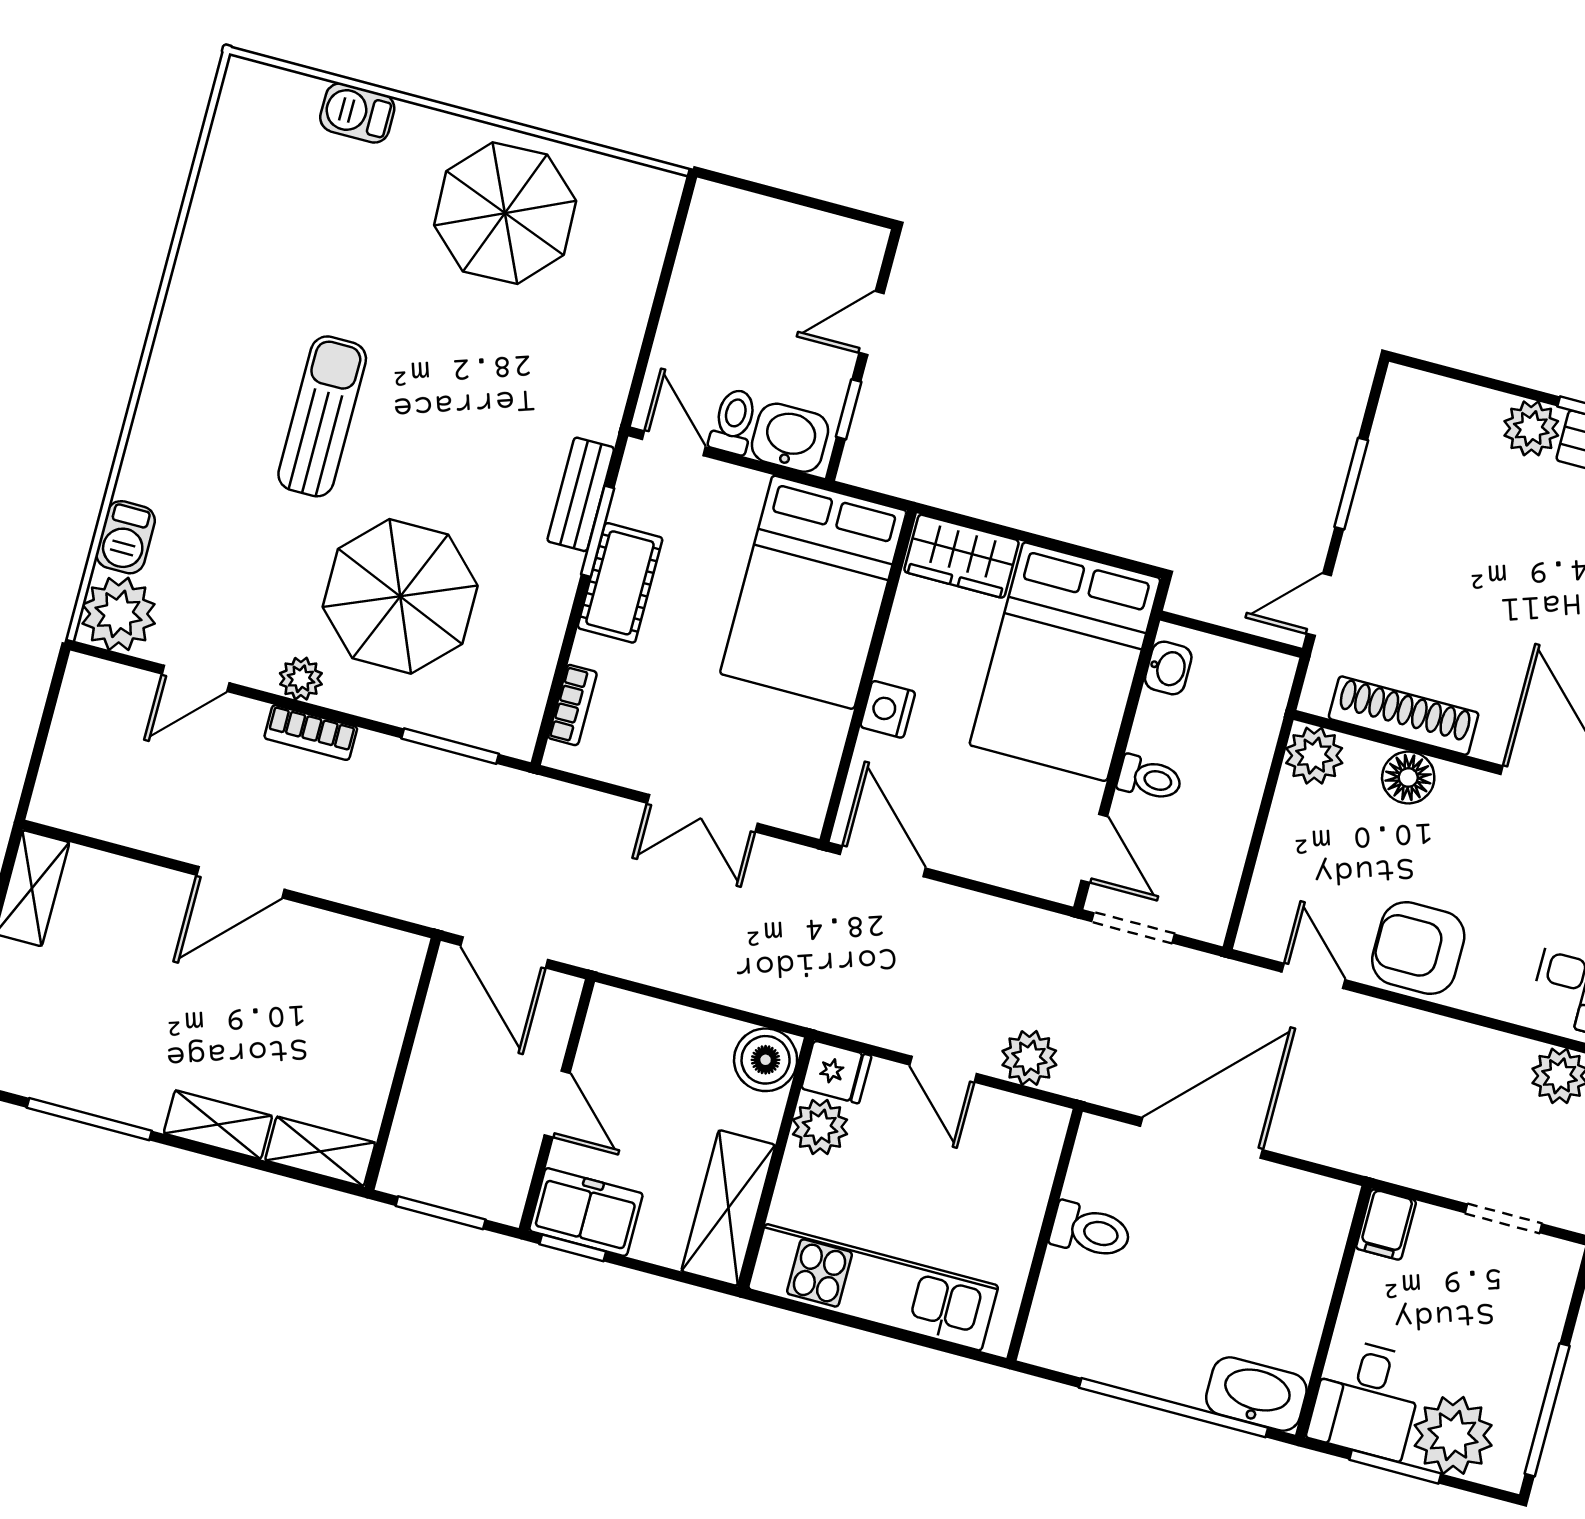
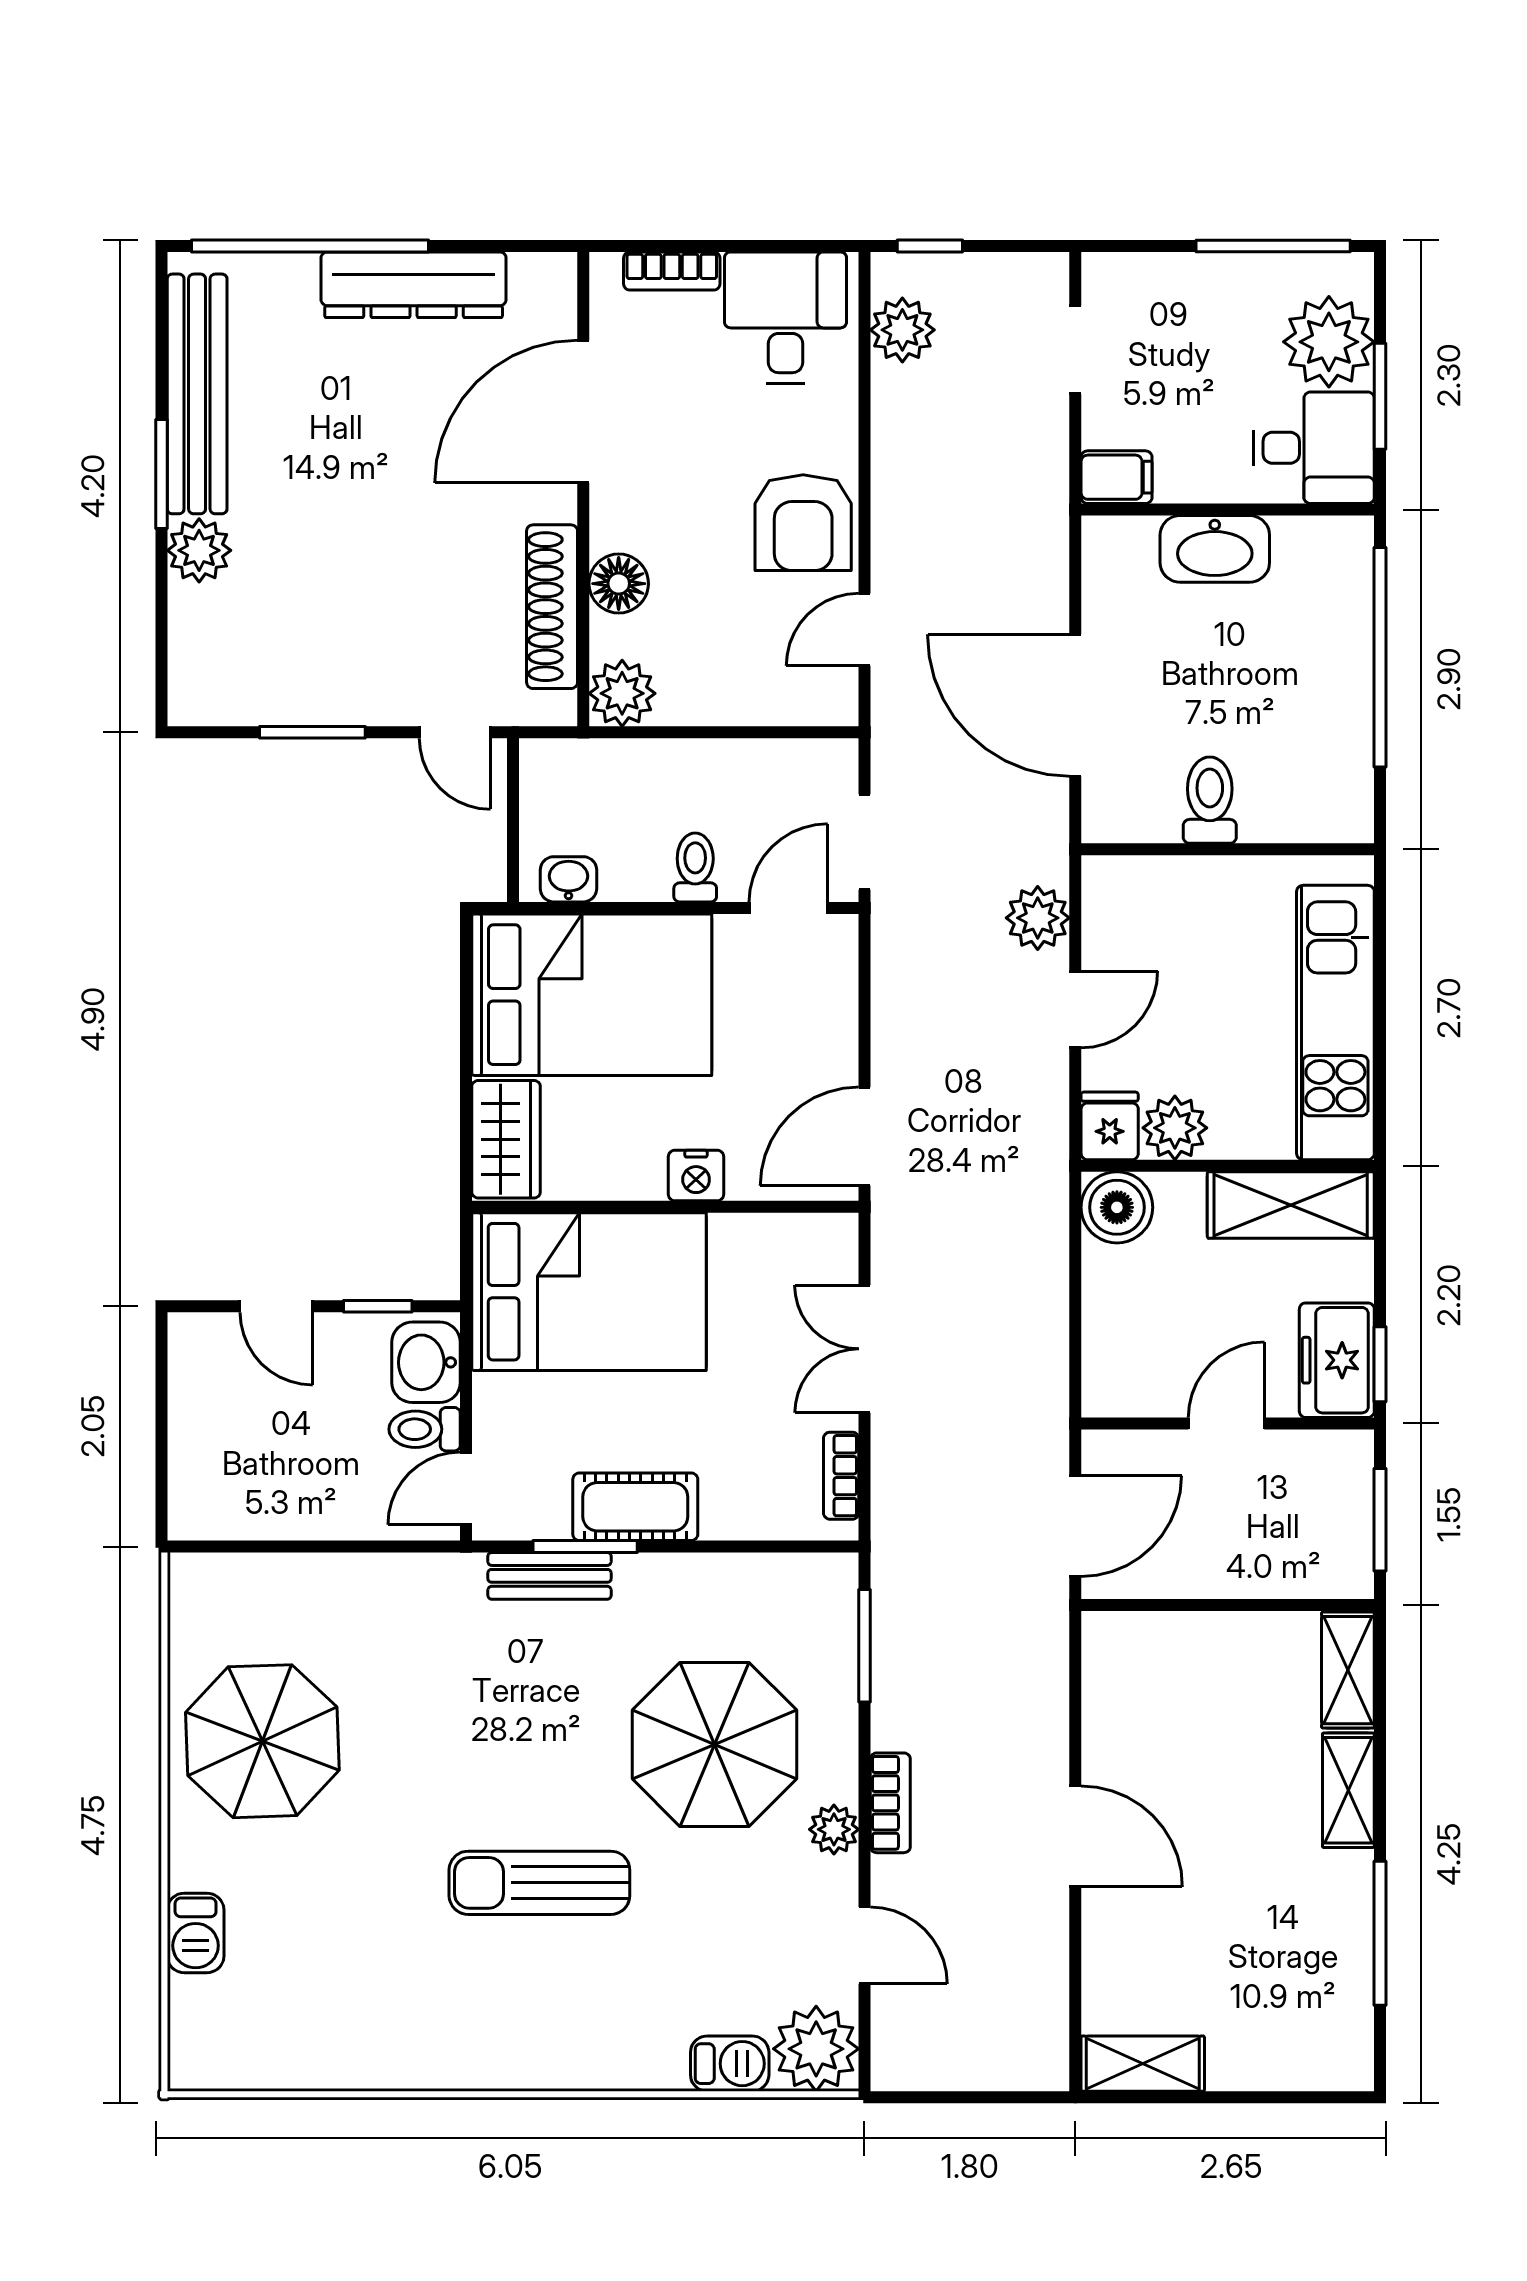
bookcase: (573, 705) -> (841, 1476), moved, turned -90
double door: (702, 813) -> (864, 1349), swing flipped
washbasin: (1256, 1394) -> (1215, 549), moved, turned -90

